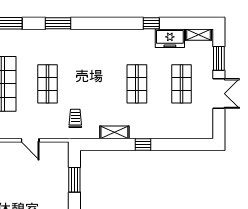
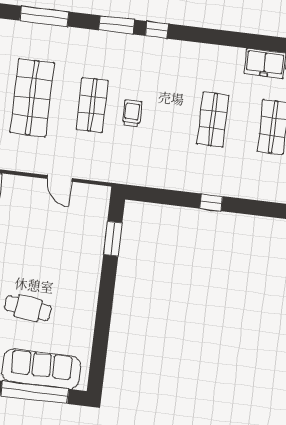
window: (151, 23) -> (157, 30), moved
trolley: (75, 118) -> (132, 113), moved
shelving: (114, 132) -> (175, 181), removed

